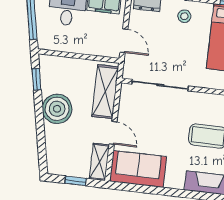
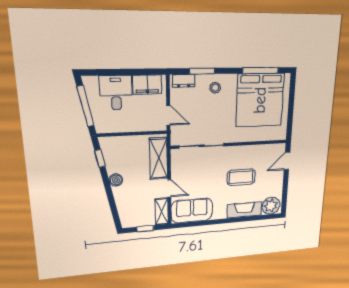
boiler: (57, 109) -> (116, 180), width x0.54, depth x0.54

